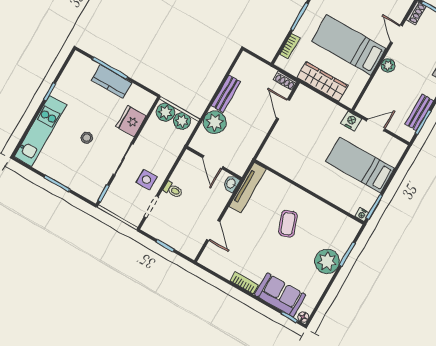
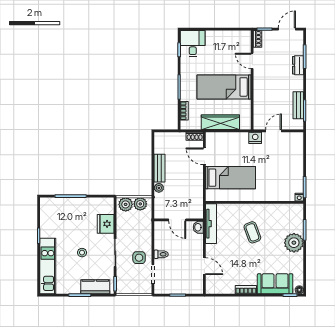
plant: (388, 65) -> (259, 86), removed
kitchen counter: (112, 81) -> (95, 287), moved, turned 180
plant: (215, 122) -> (159, 188), width x0.53, depth x0.53
bed: (360, 165) -> (230, 178), moved, turned 180

